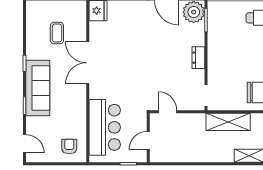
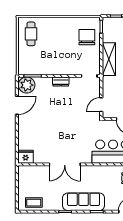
coffee table: (57, 33) -> (34, 203), moved

